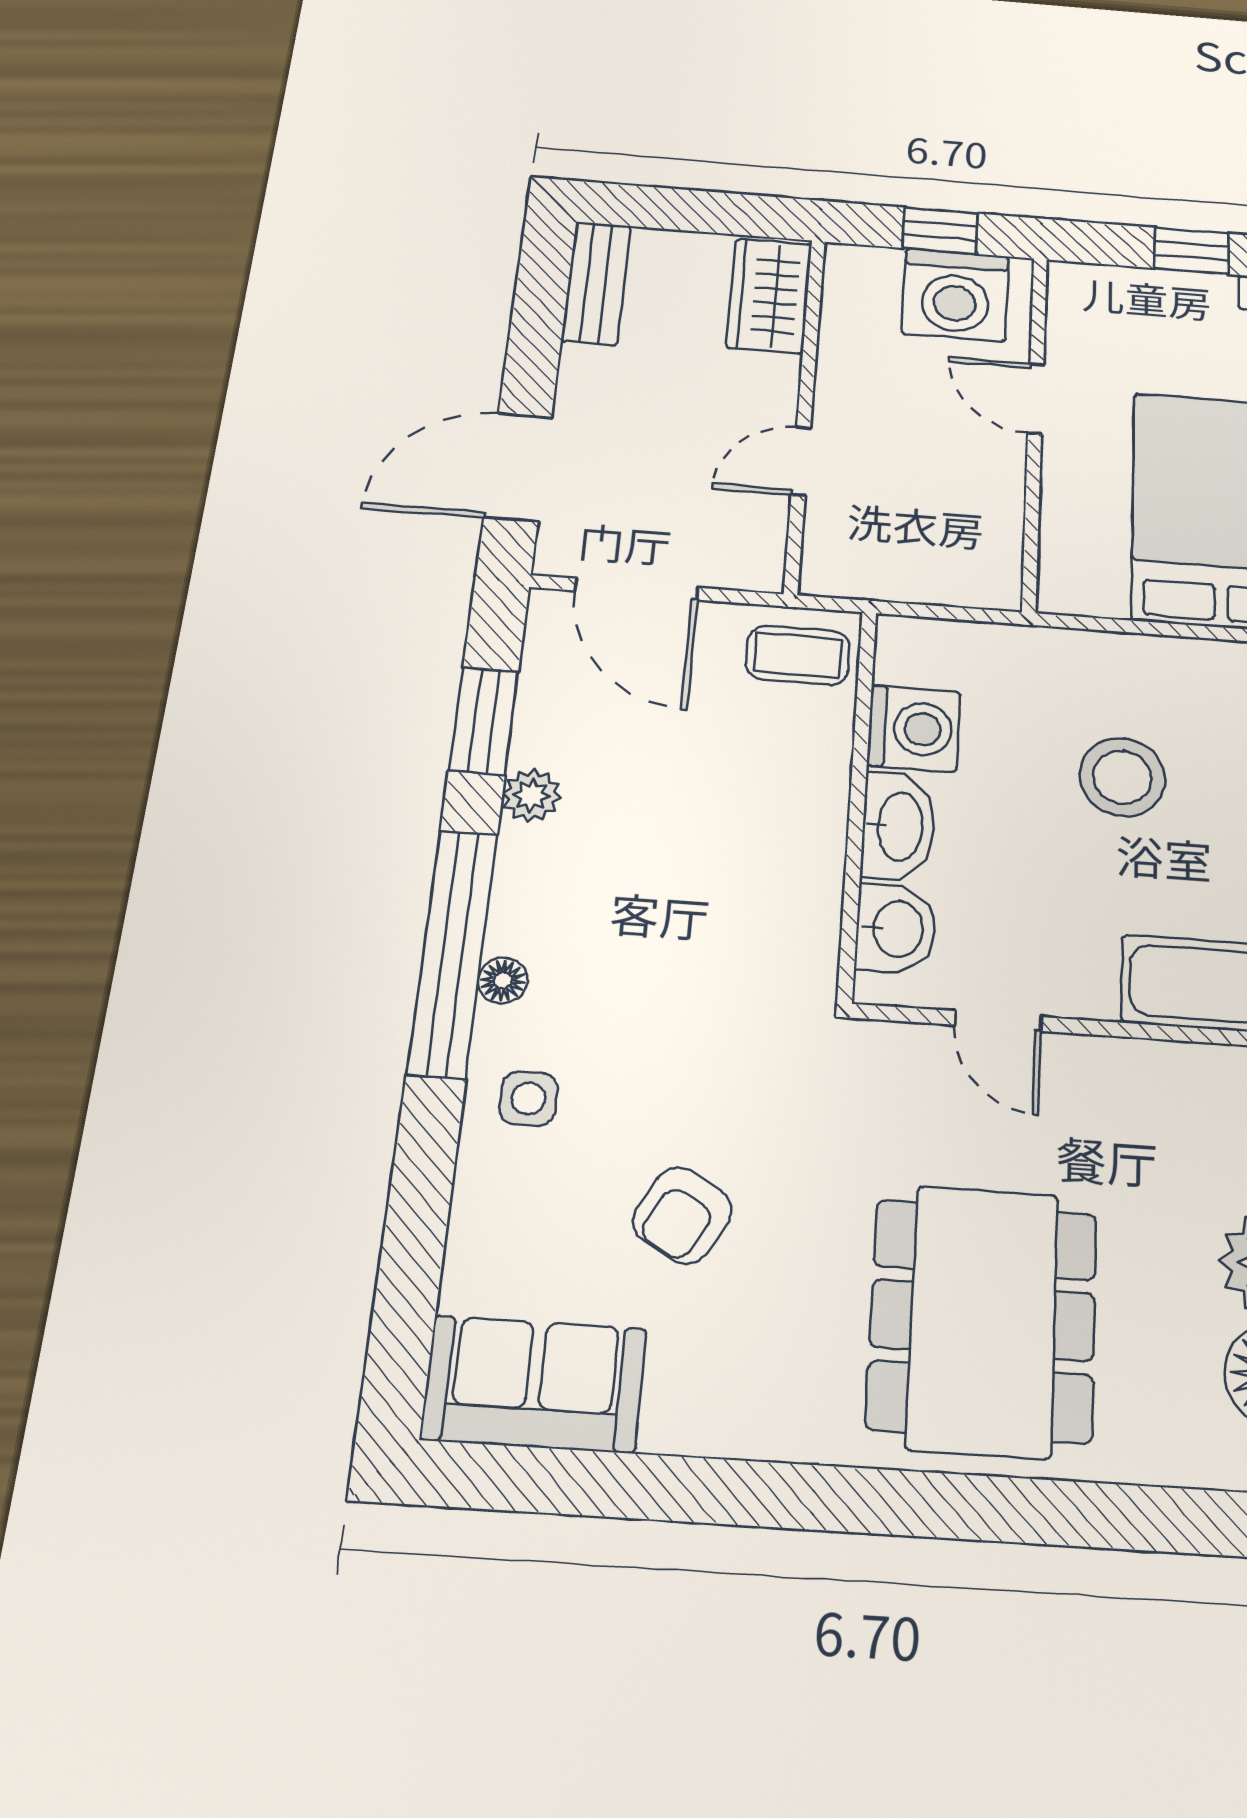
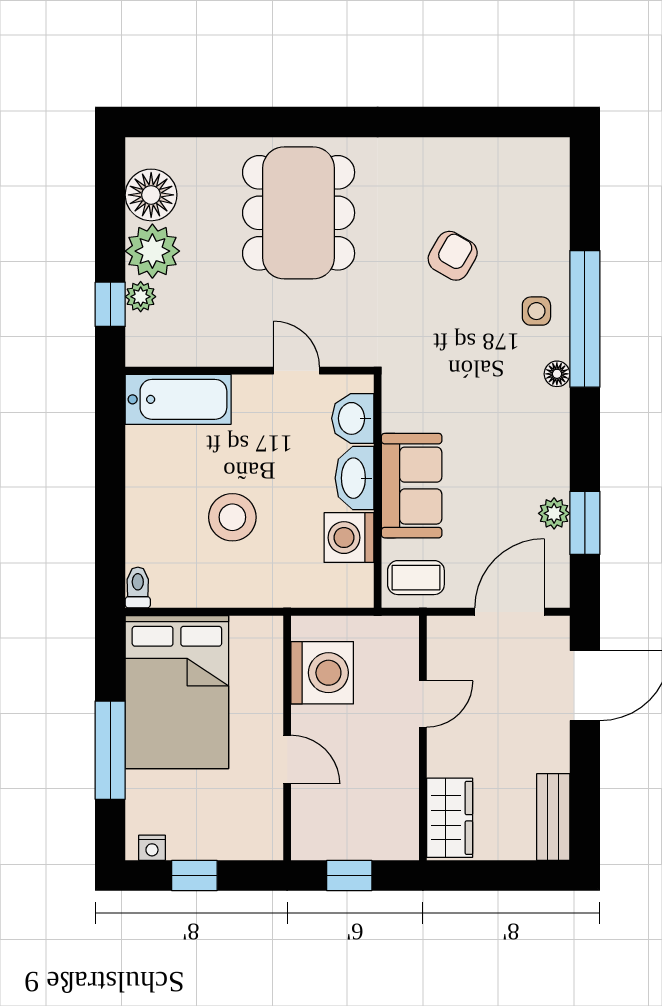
washing machine: (955, 295) -> (322, 673), moved, turned 90
door: (637, 589) -> (510, 612), hinge flipped
plant: (531, 795) -> (554, 513), moved
window: (453, 952) -> (585, 319), moved
sofa: (534, 1384) -> (412, 486), moved, turned -90

